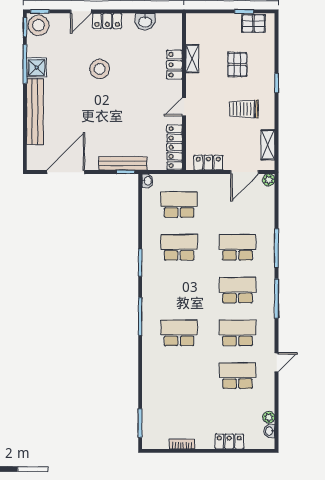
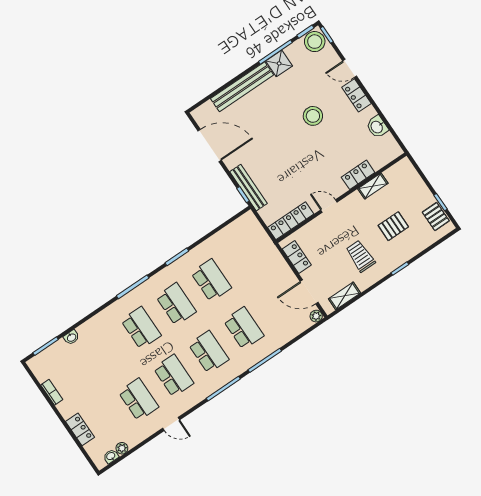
washbasin: (148, 181) -> (71, 337), moved
school desk: (179, 205) -> (176, 304), moved

